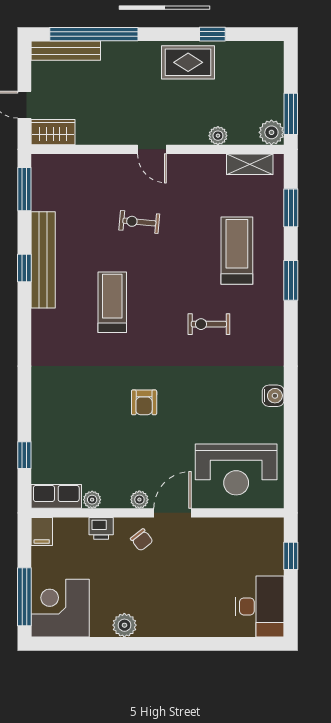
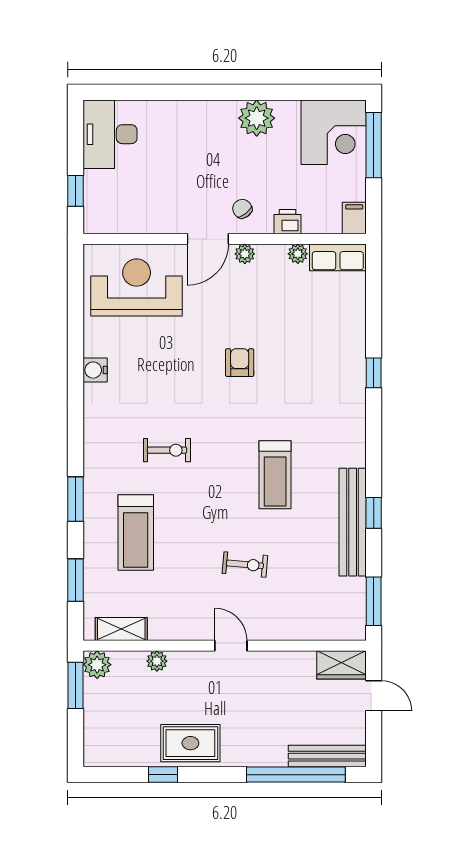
window: (24, 455) -> (374, 373), moved
plant: (124, 625) -> (257, 118), width x1.36, depth x1.36

